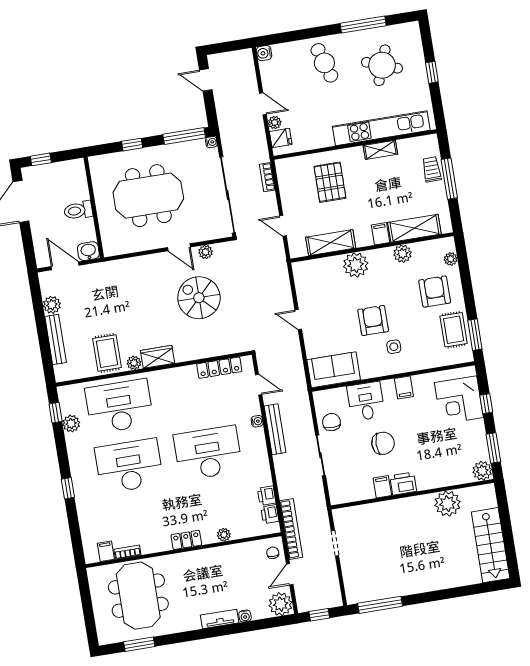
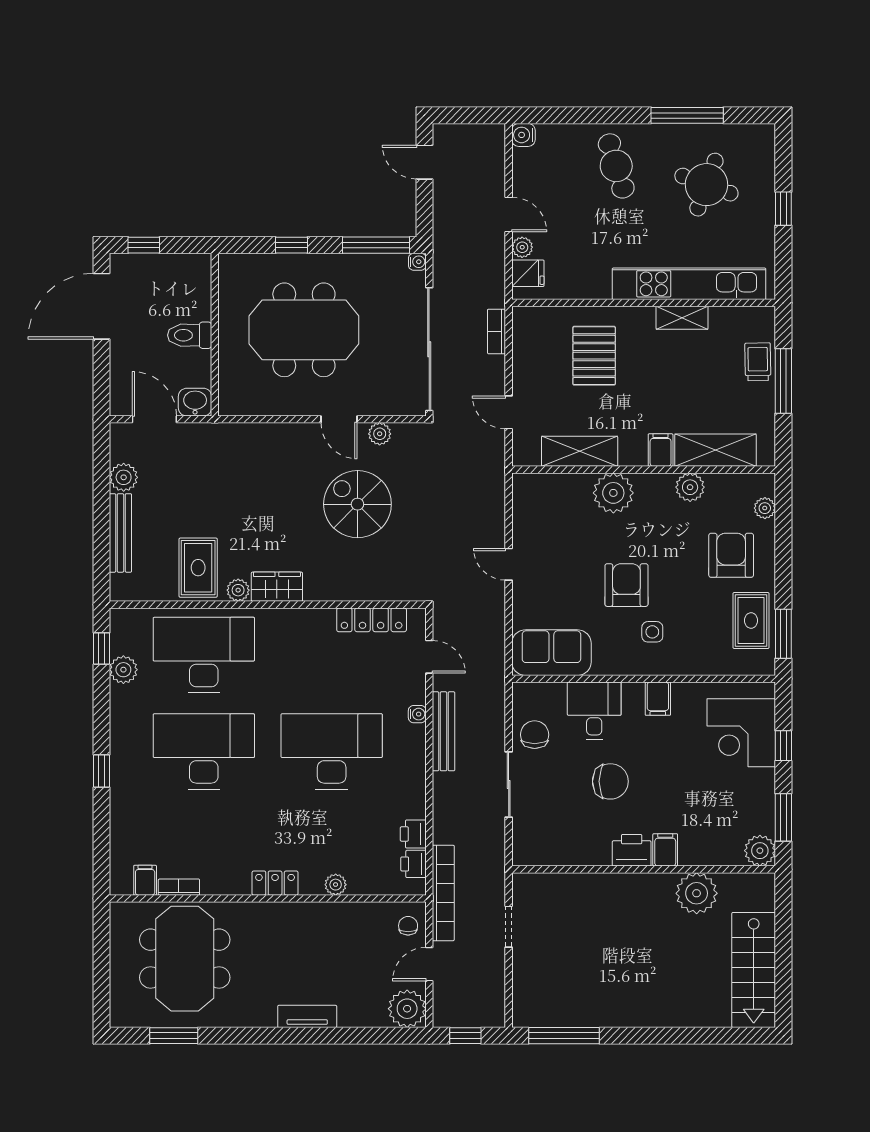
filing cabinet: (382, 487) -> (665, 850), moved
water cooler: (245, 616) -> (348, 1018), removed

